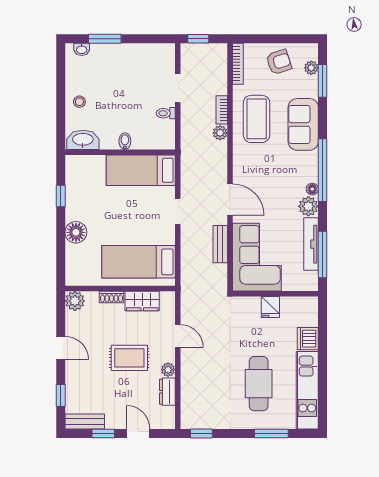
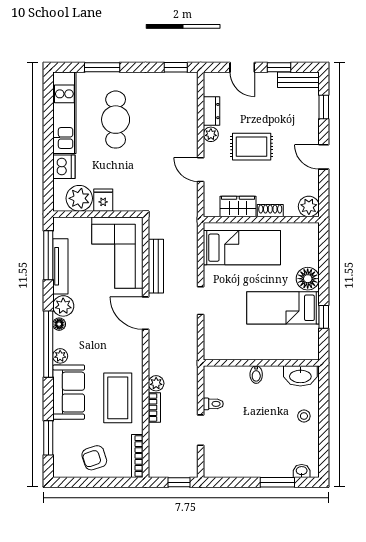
plant: (311, 68) -> (60, 356), moved
bed: (141, 170) -> (283, 308), moved, turned 180
bench: (220, 244) -> (156, 266), width x1.36
plant: (293, 309) -> (79, 198), added

